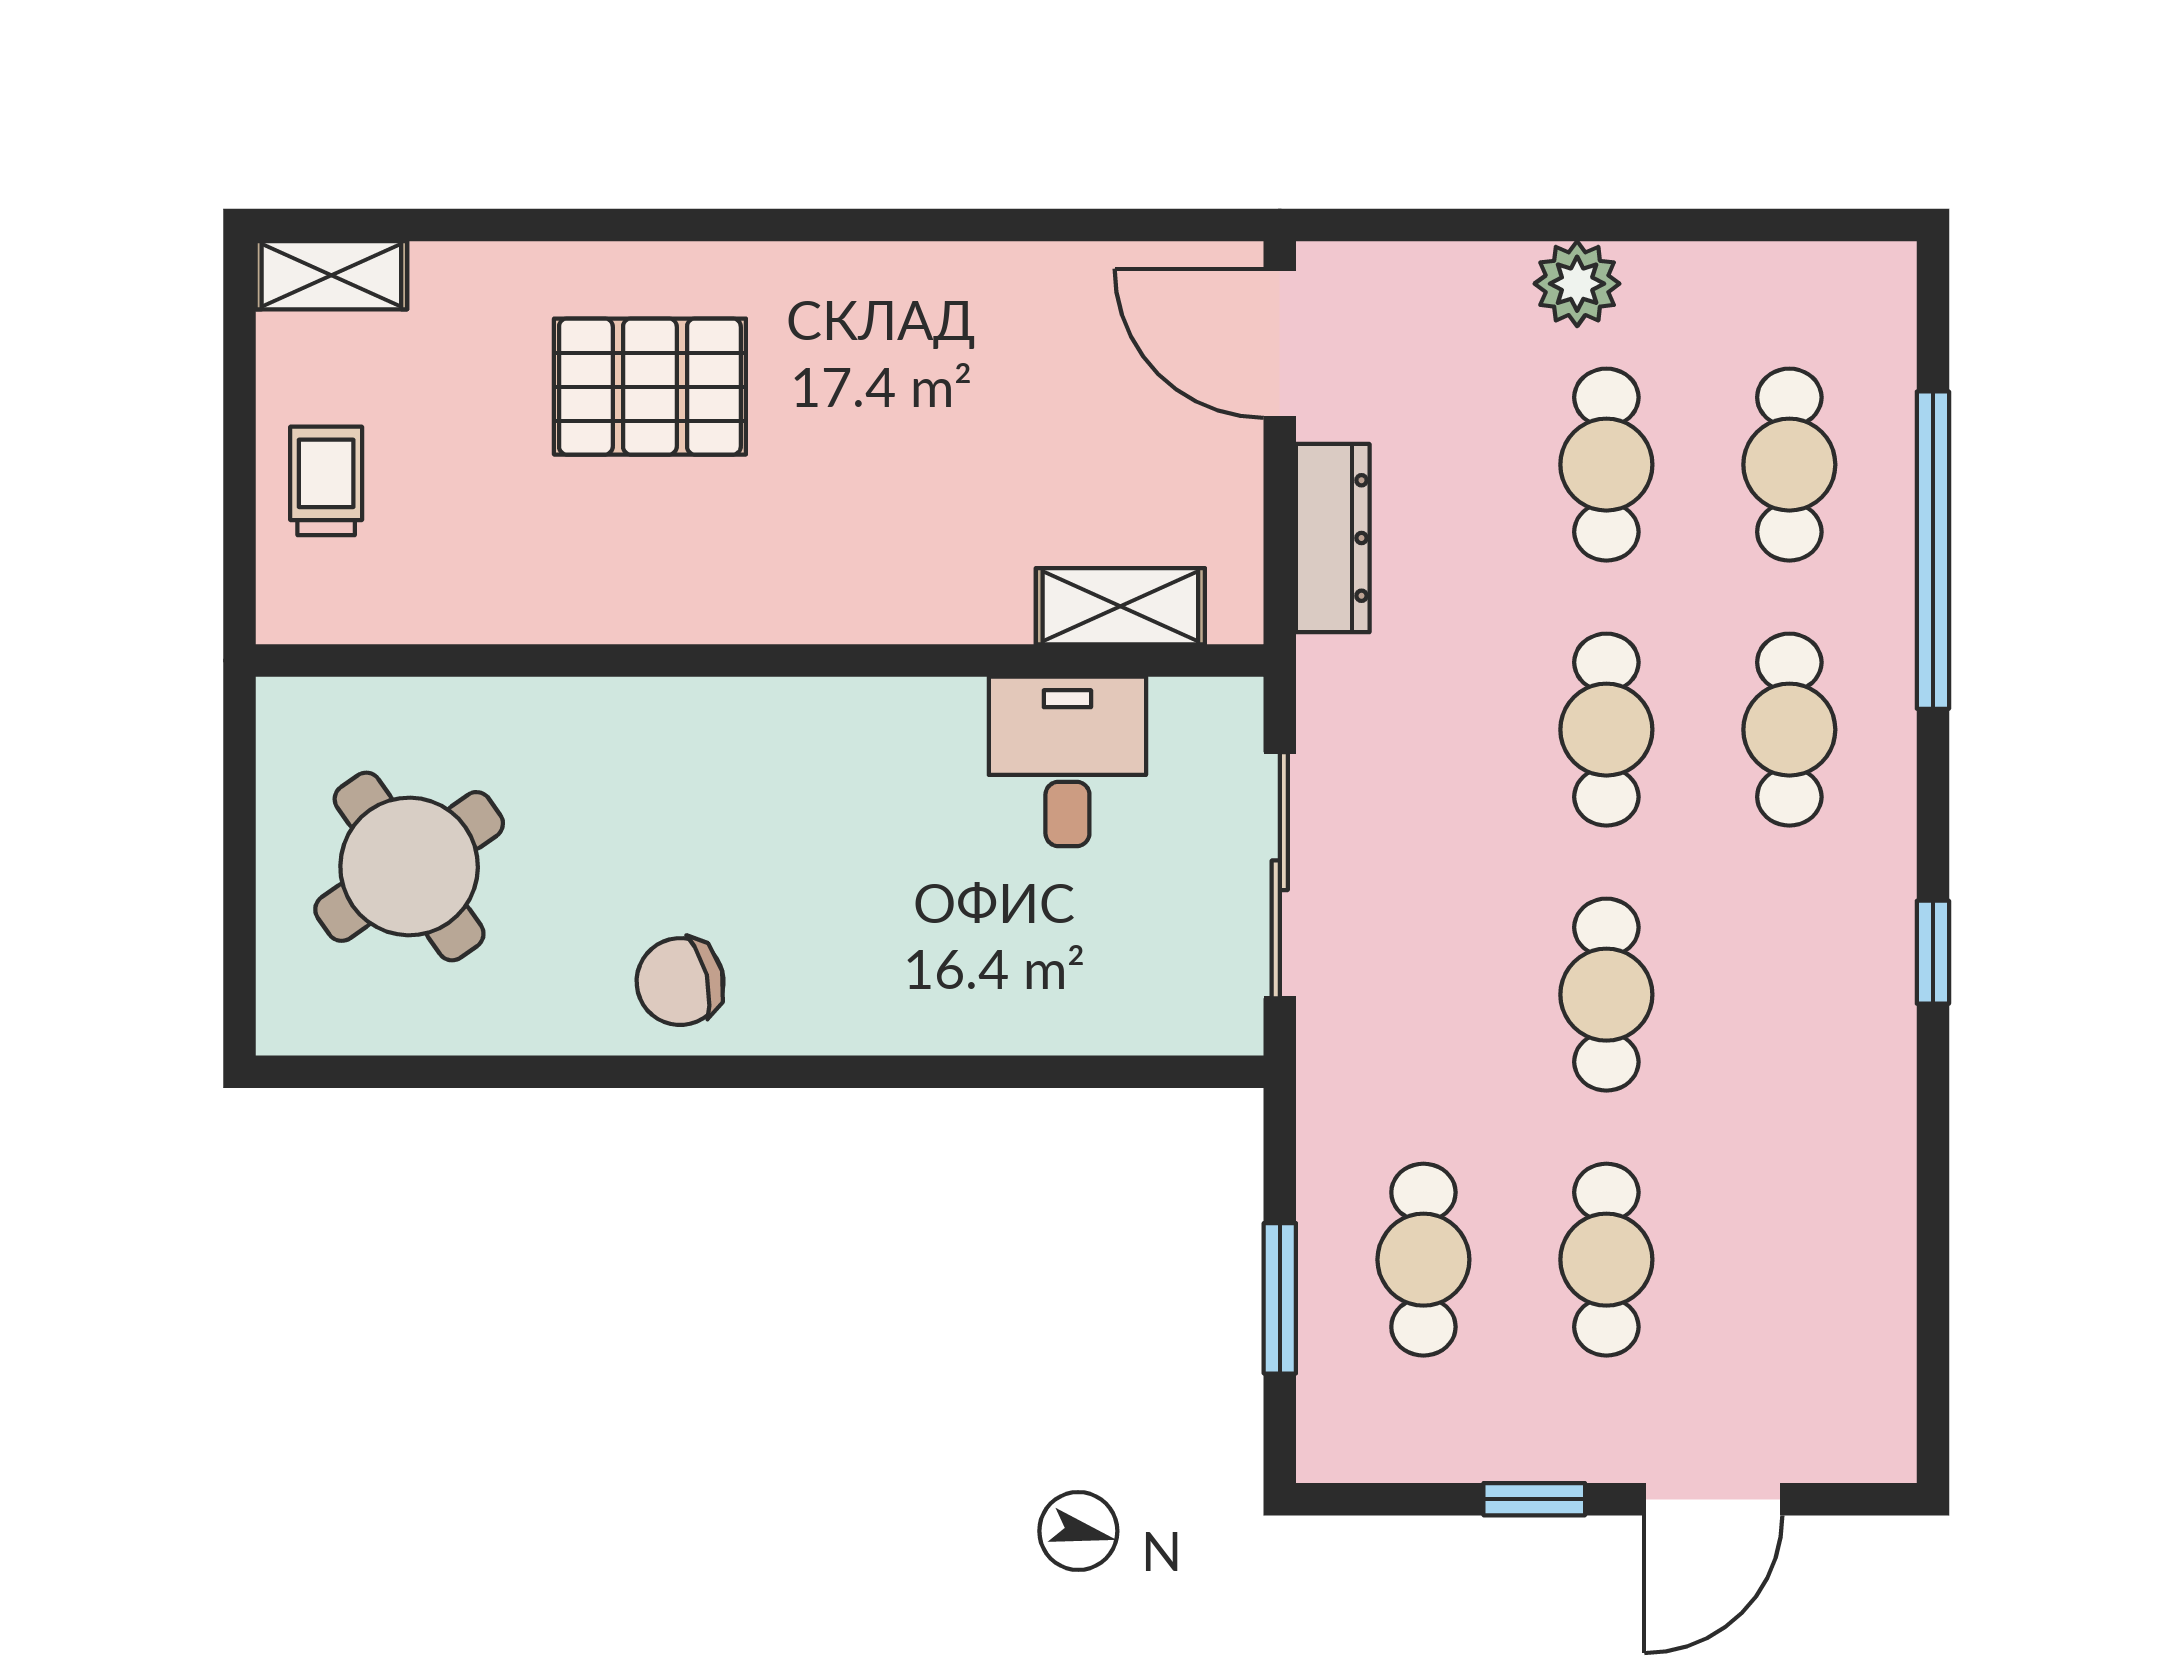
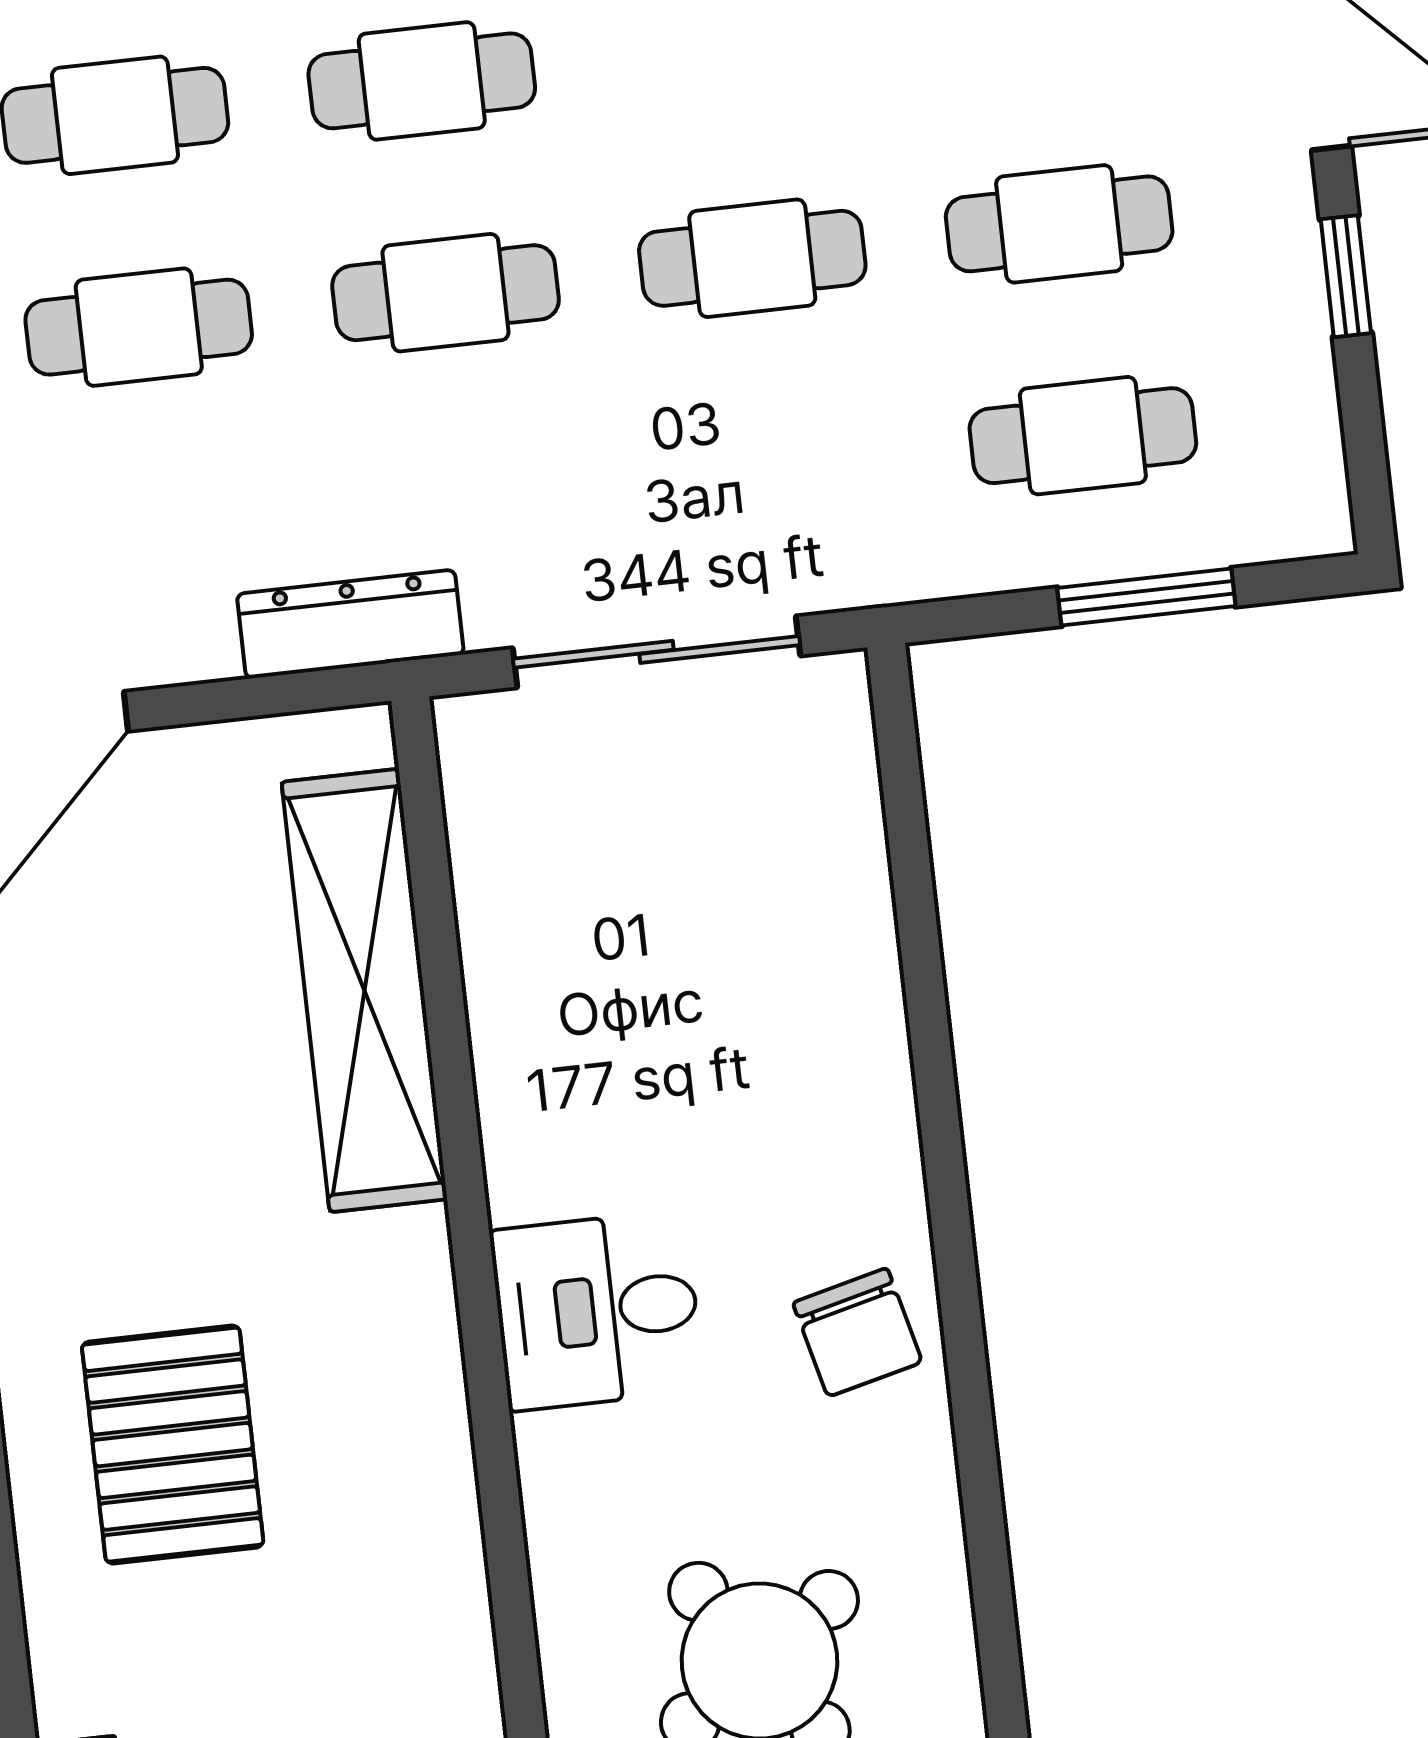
dresser: (1333, 538) -> (350, 624), moved
shelving: (1120, 606) -> (364, 991), width x2.20, depth x1.33
desk: (1067, 761) -> (597, 1311), moved

